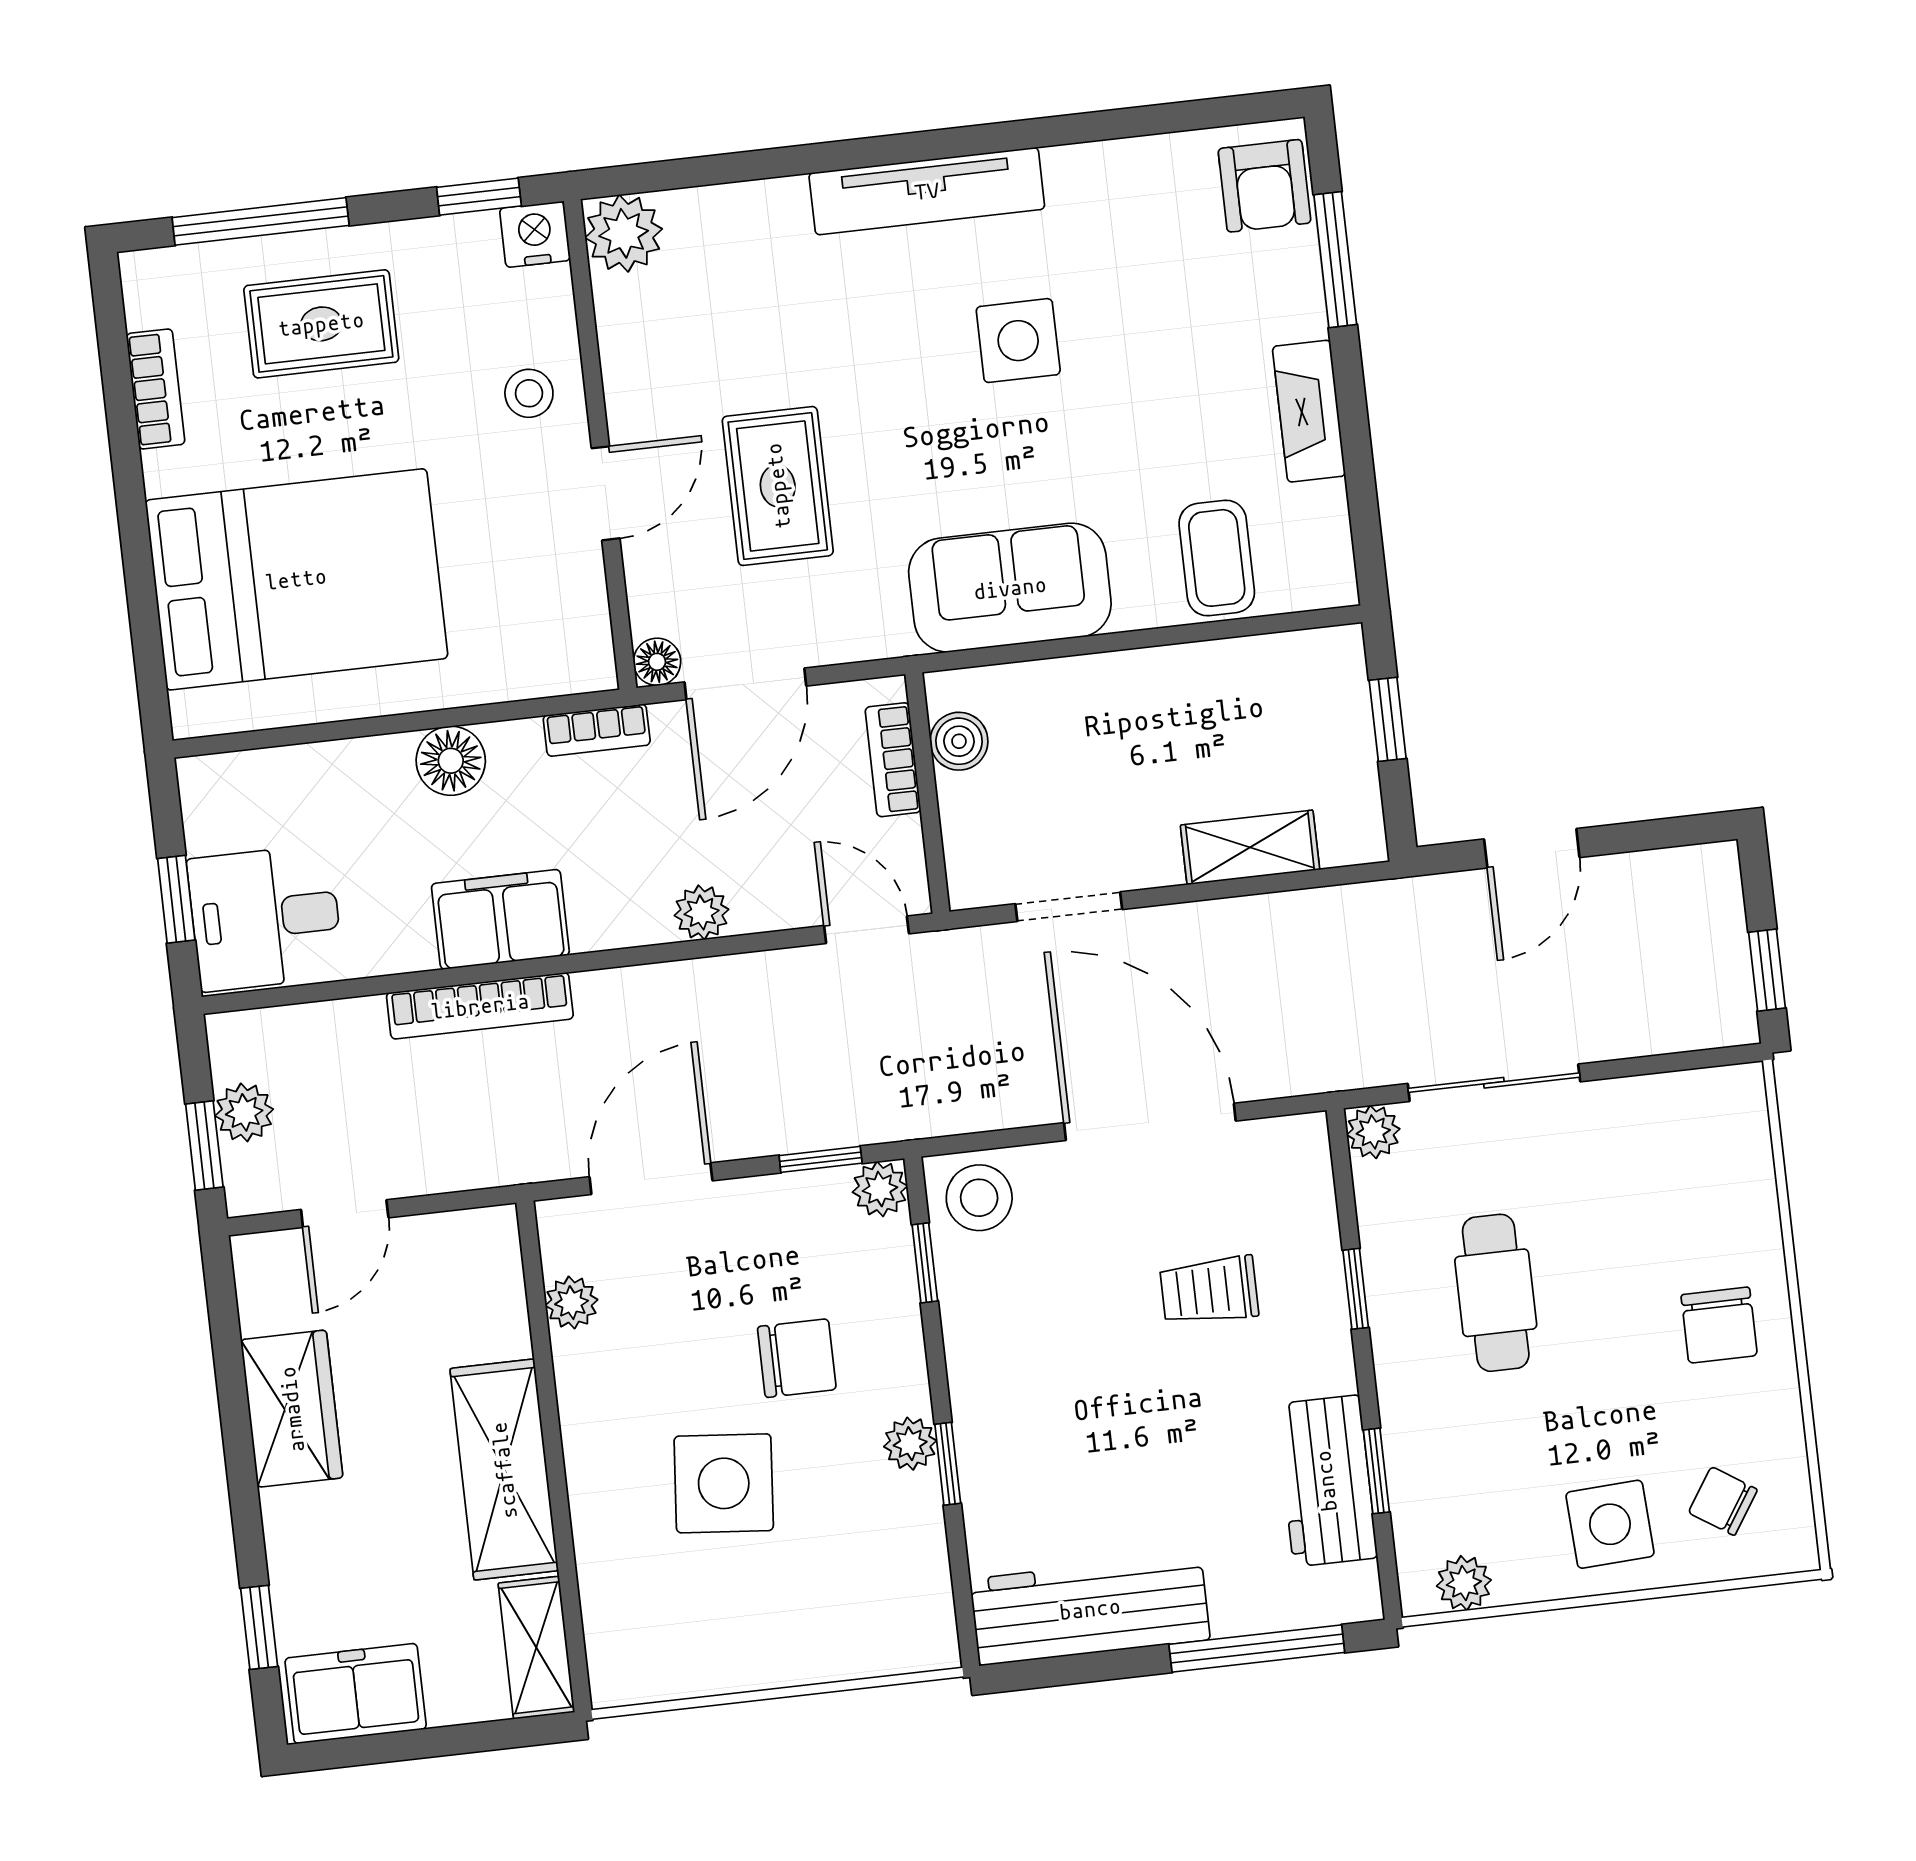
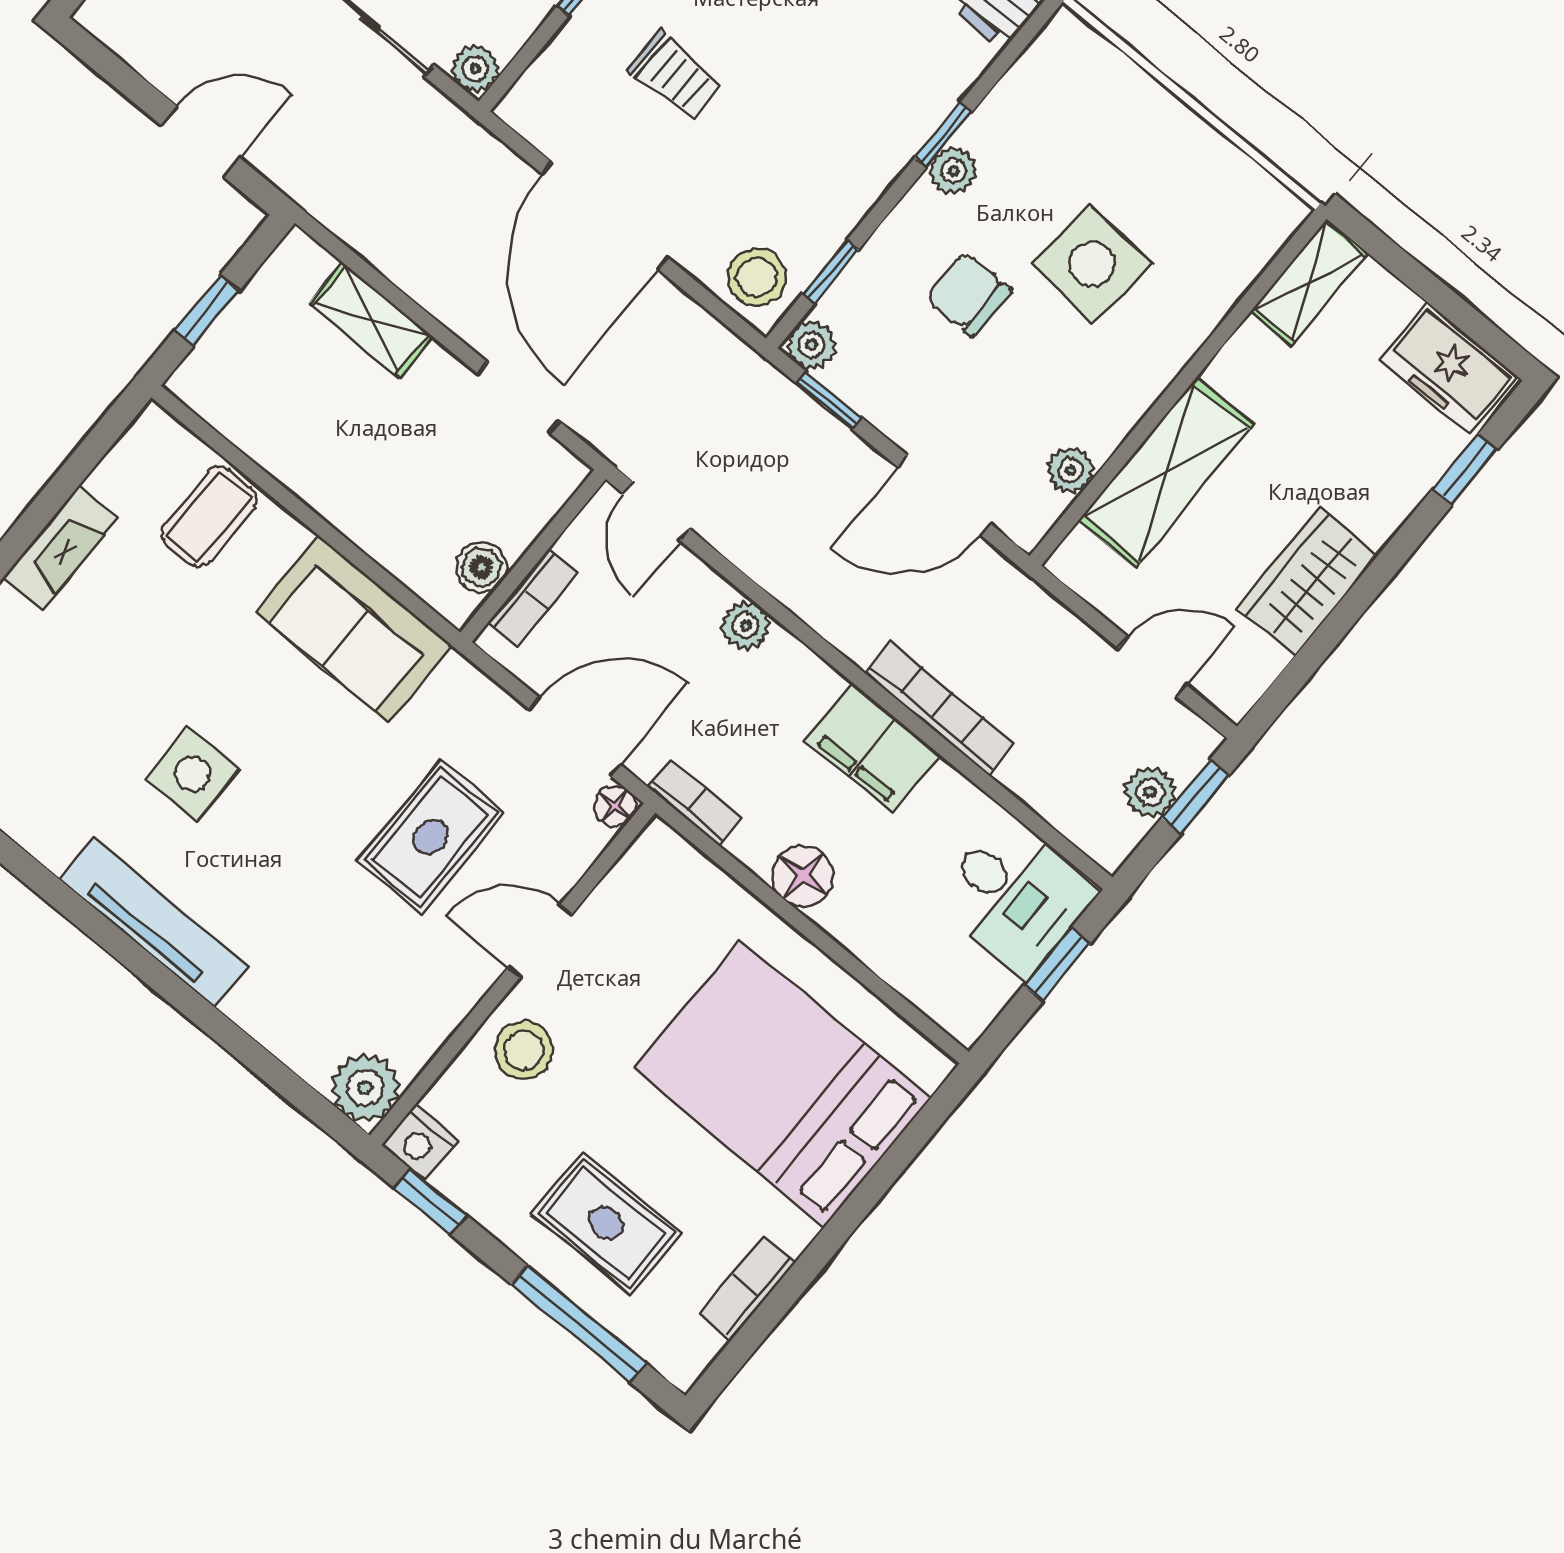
stool: (529, 393) -> (524, 1050), width x1.37, depth x1.37
shelving: (504, 1470) -> (1166, 472), moved

